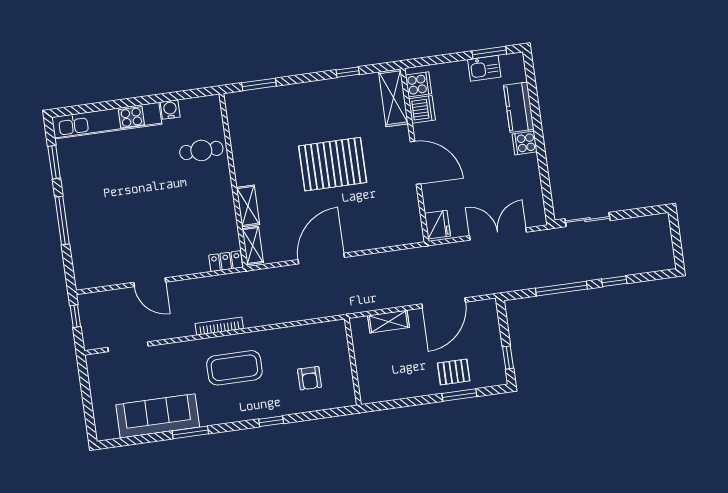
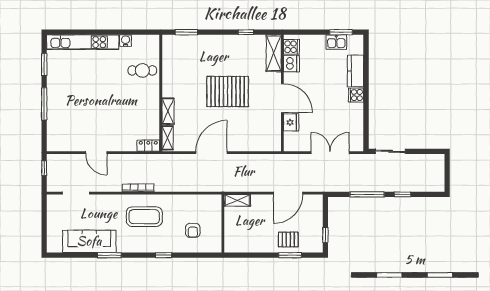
fridge: (437, 225) -> (291, 122), moved
shelving: (388, 322) -> (237, 200), moved

